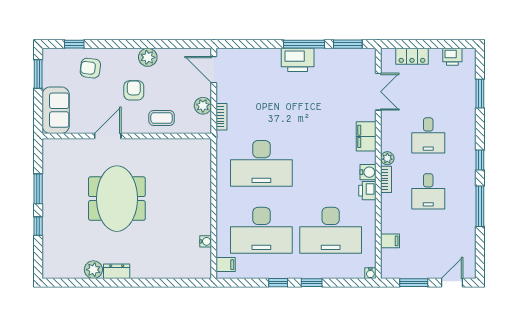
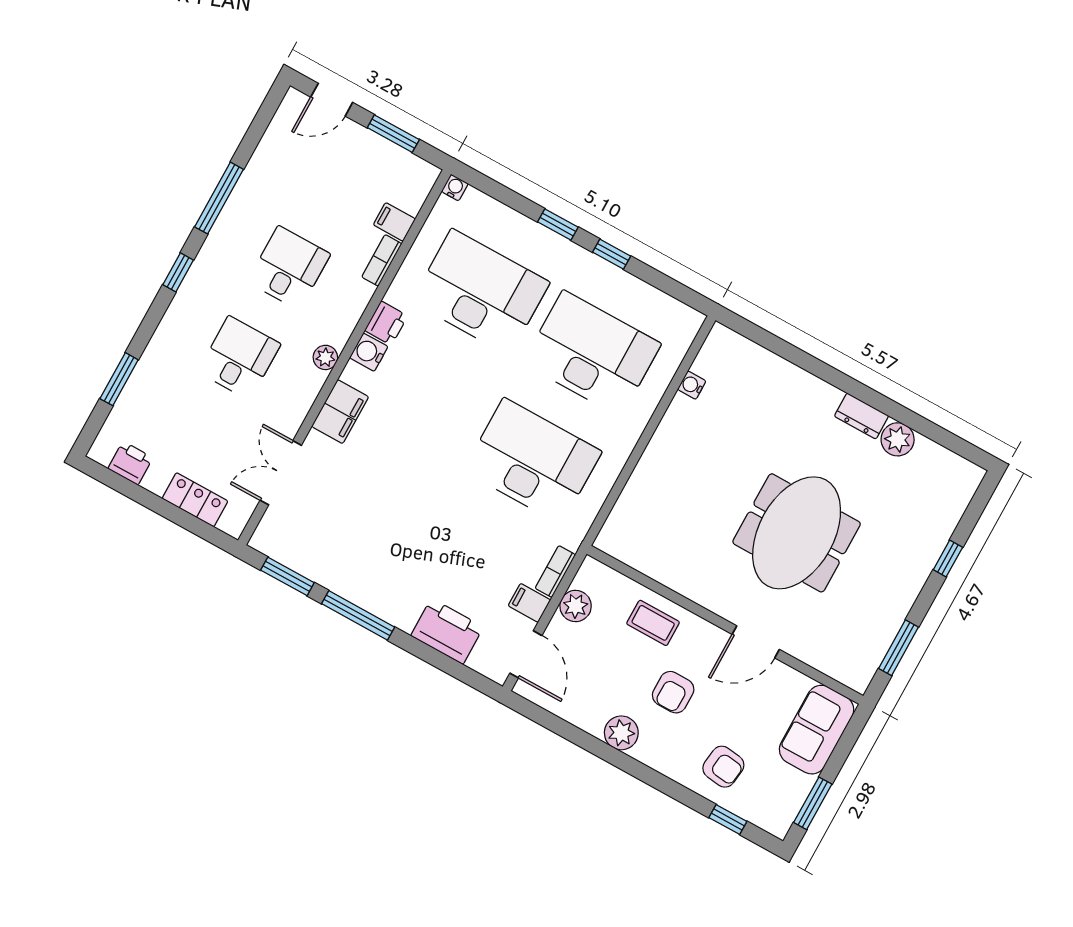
printer: (298, 60) -> (447, 631), moved
bookcase: (386, 179) -> (382, 260), moved
window: (38, 189) -> (899, 648), moved
filing cabinet: (226, 265) -> (529, 603), moved

